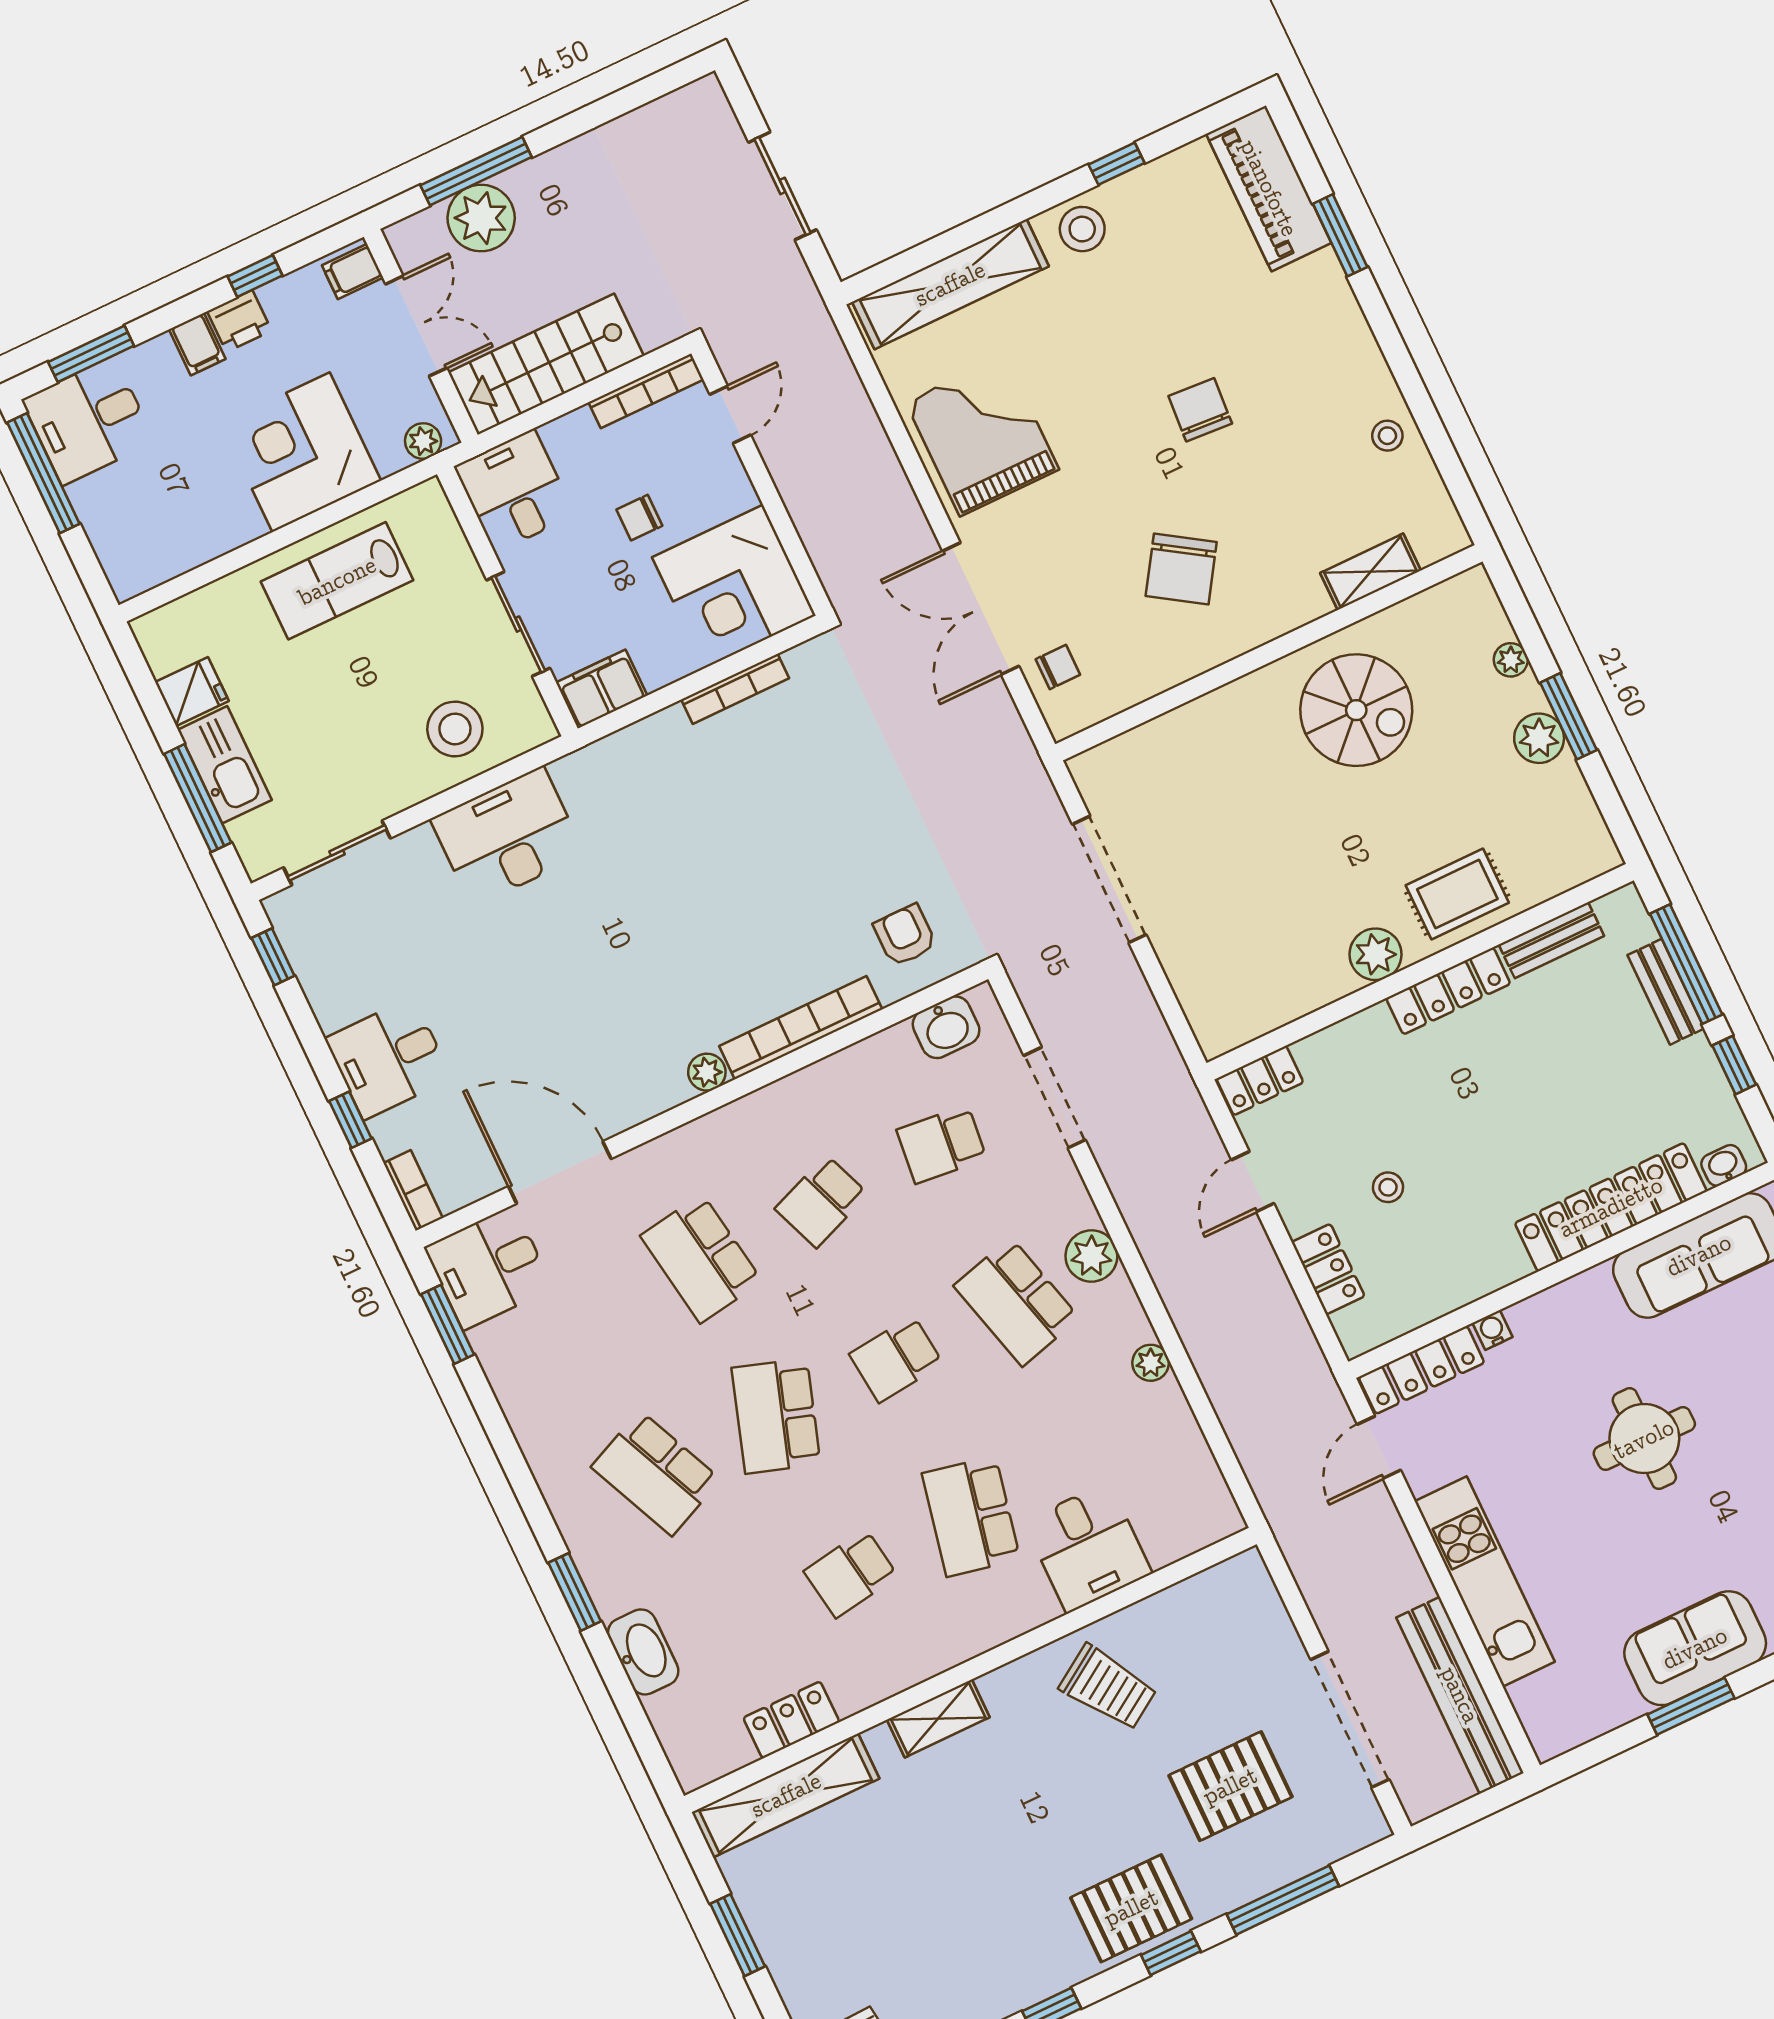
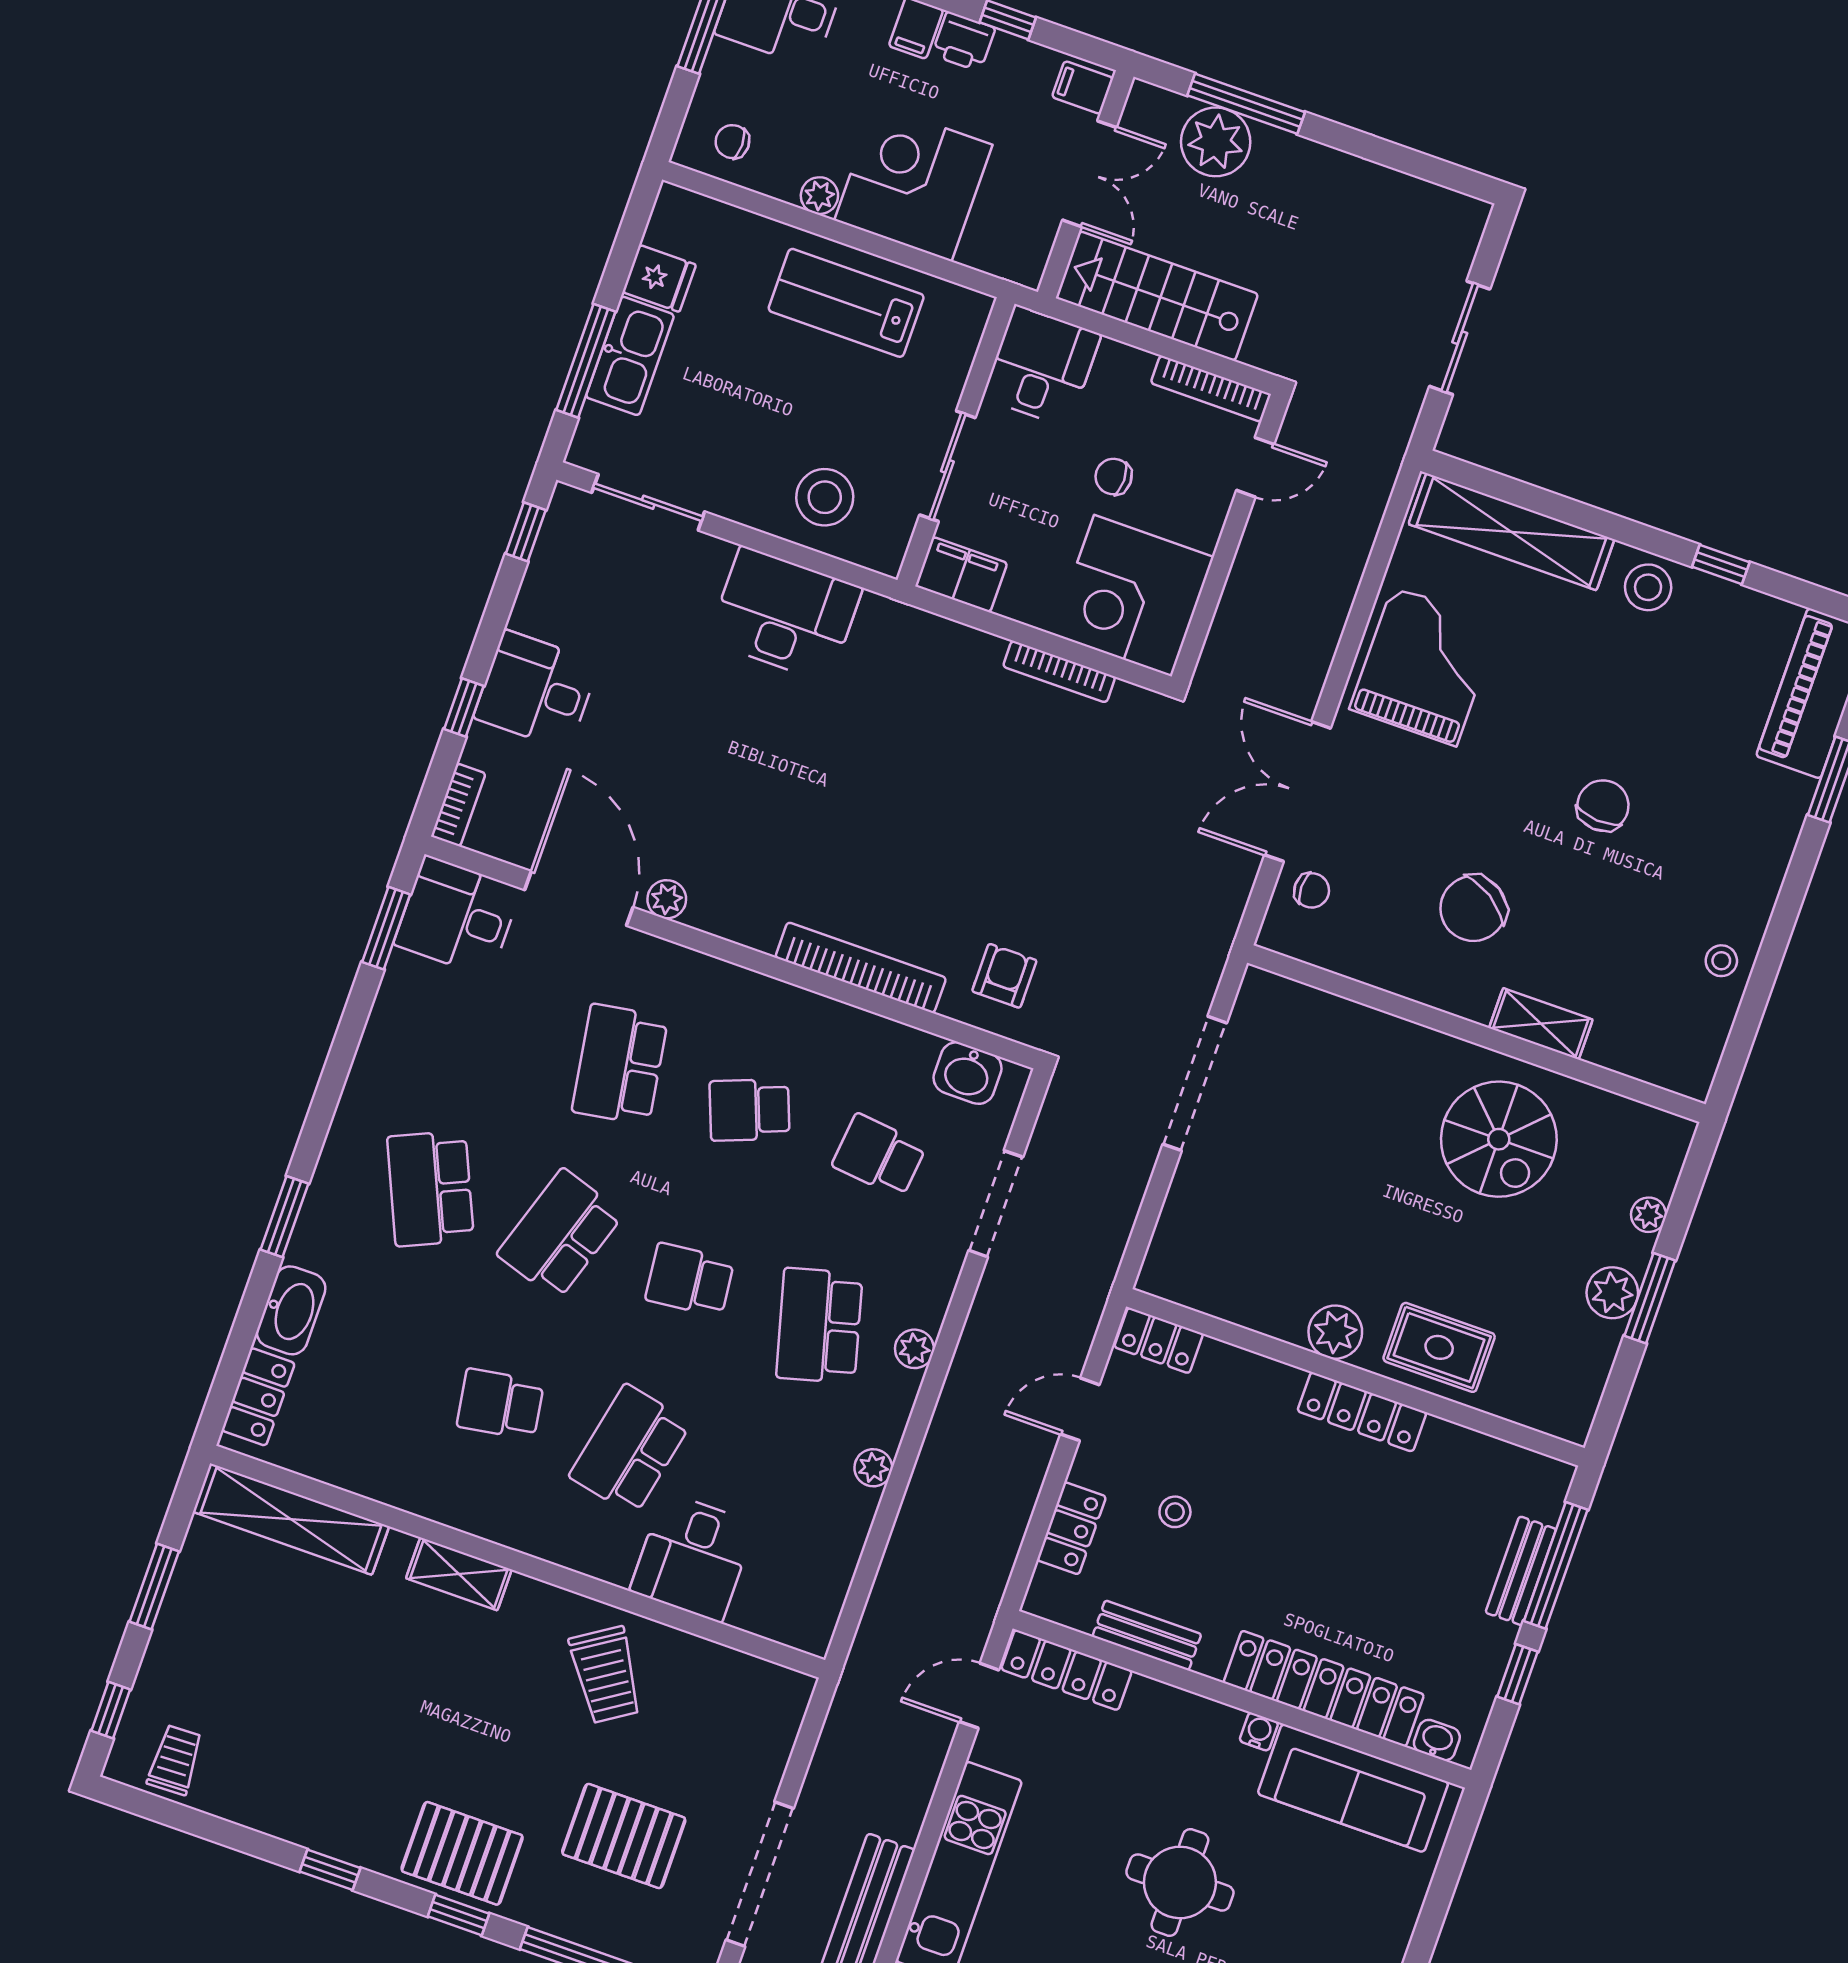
plant: (423, 441) -> (819, 196), moved
chair: (149, 548) -> (732, 142), added
shelving: (1370, 572) -> (1541, 1024), moved
bench: (1551, 940) -> (1147, 1635), moved
plant: (707, 1072) -> (667, 899), moved
plant: (1091, 1256) -> (914, 1349), width x0.73, depth x0.73
water cooler: (1492, 1330) -> (1259, 1732), moved
locker: (791, 1720) -> (258, 1397), moved, turned 90

